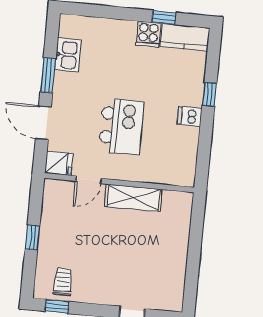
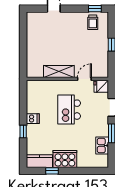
cooker: (148, 34) -> (65, 159), width x1.87, depth x1.31

